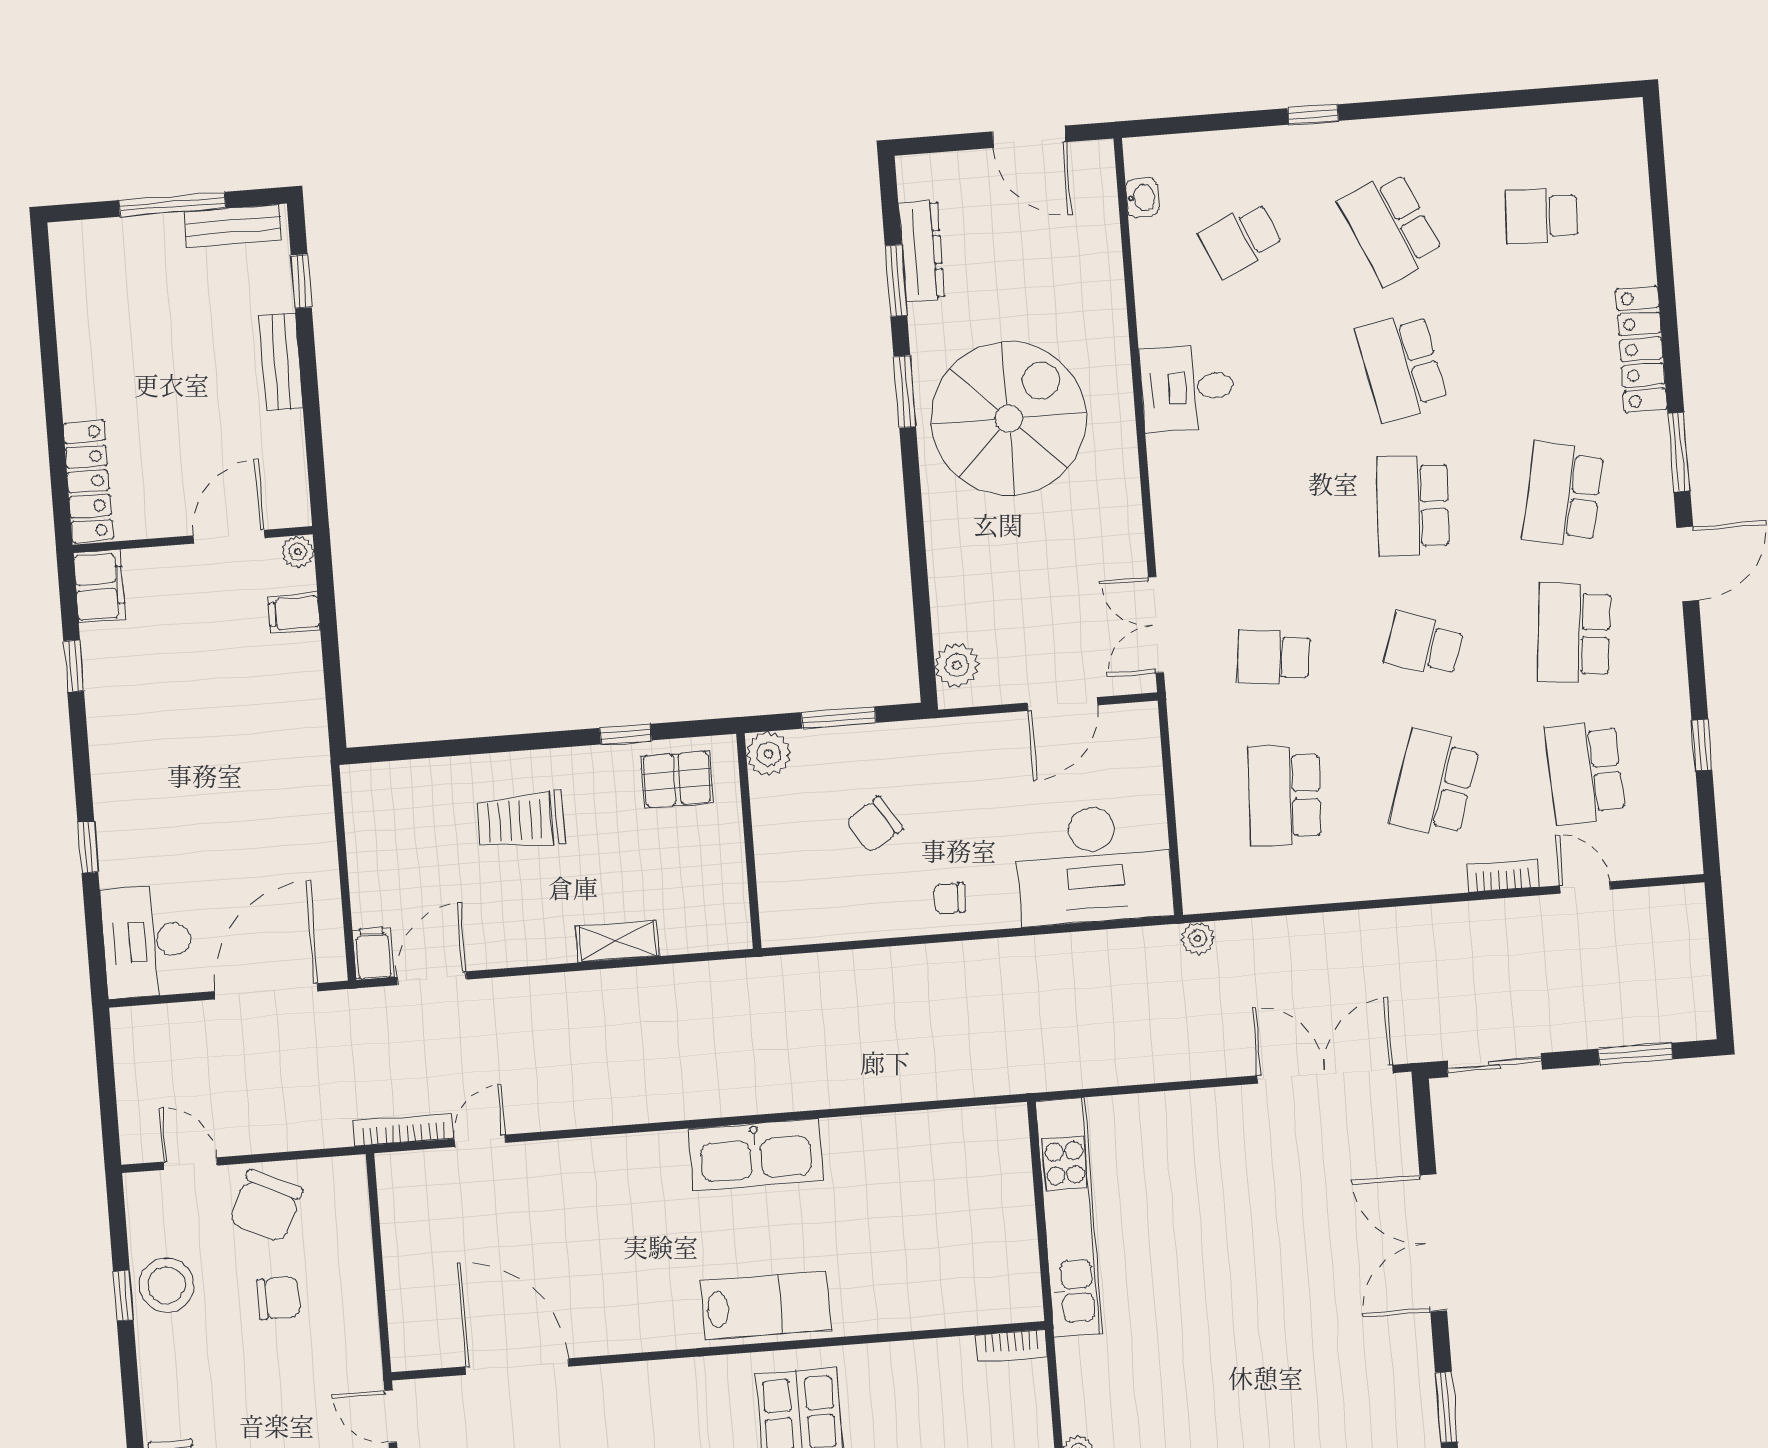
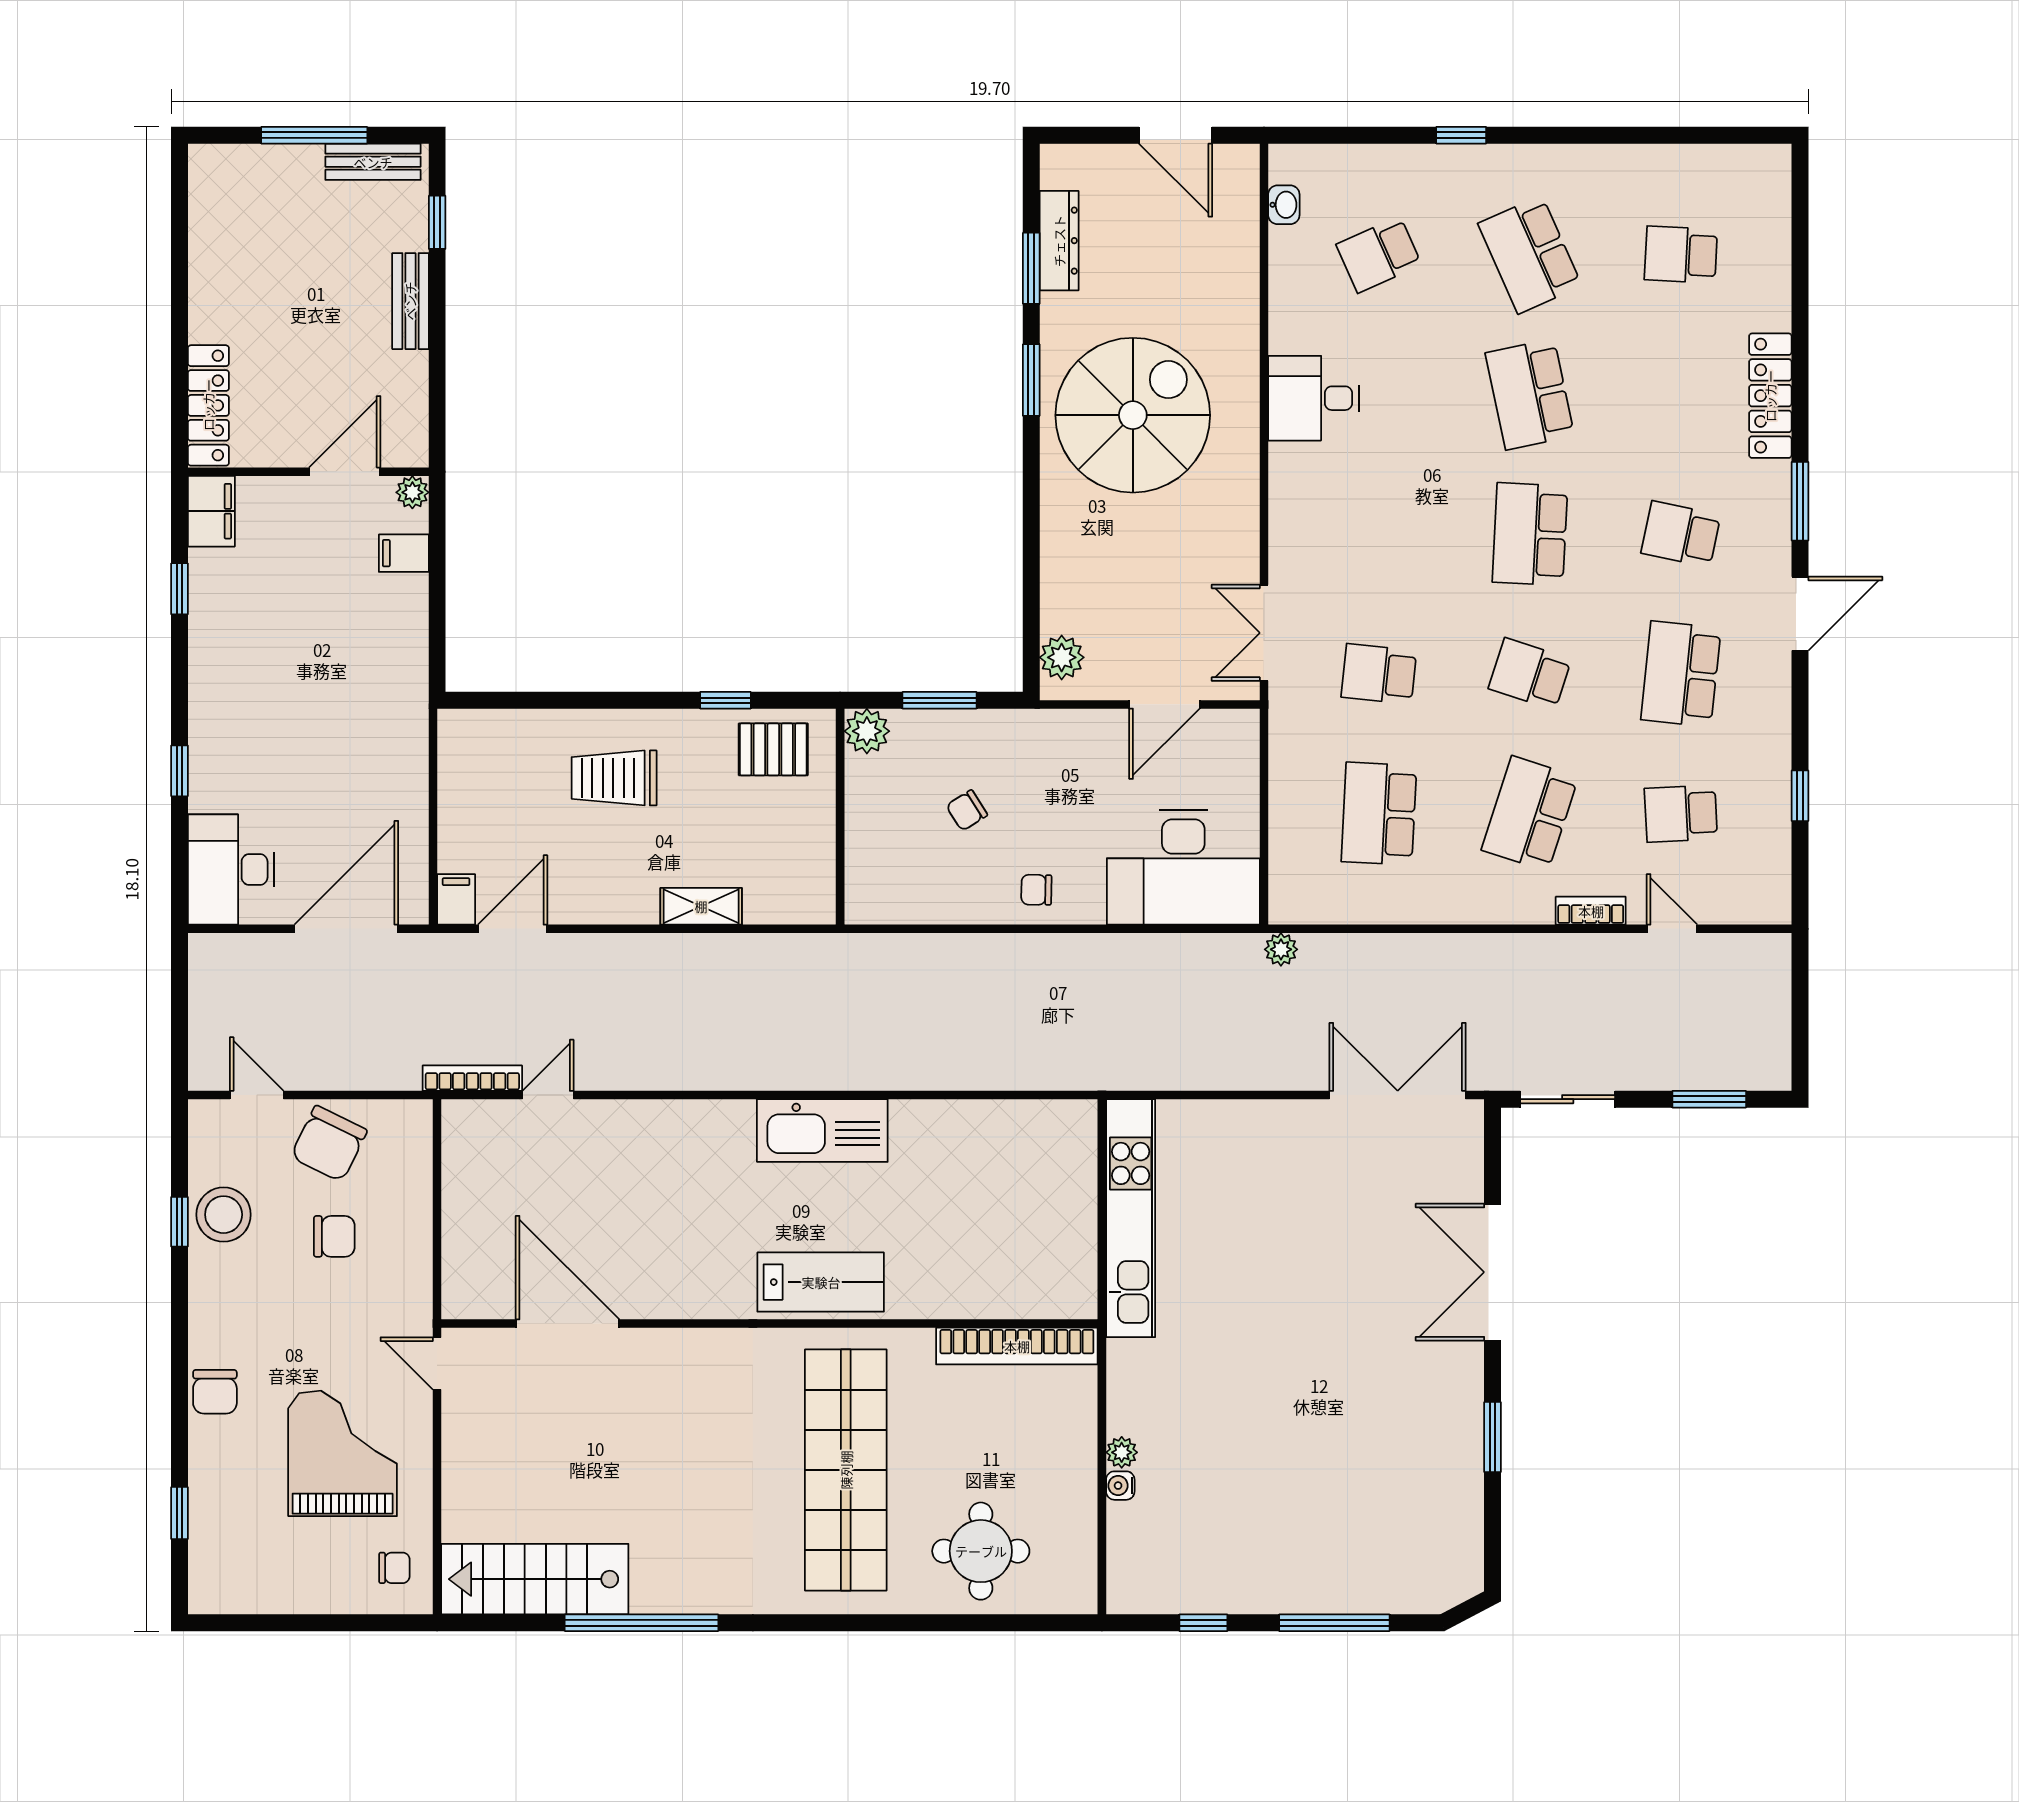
school desk: (1563, 494) -> (1681, 534), width x0.54
school desk: (1585, 772) -> (1681, 814), width x0.54
chair: (874, 825) -> (967, 810), width x0.73, depth x0.73
bookcase: (1011, 1346) -> (1017, 1346), width x2.31, depth x1.31

